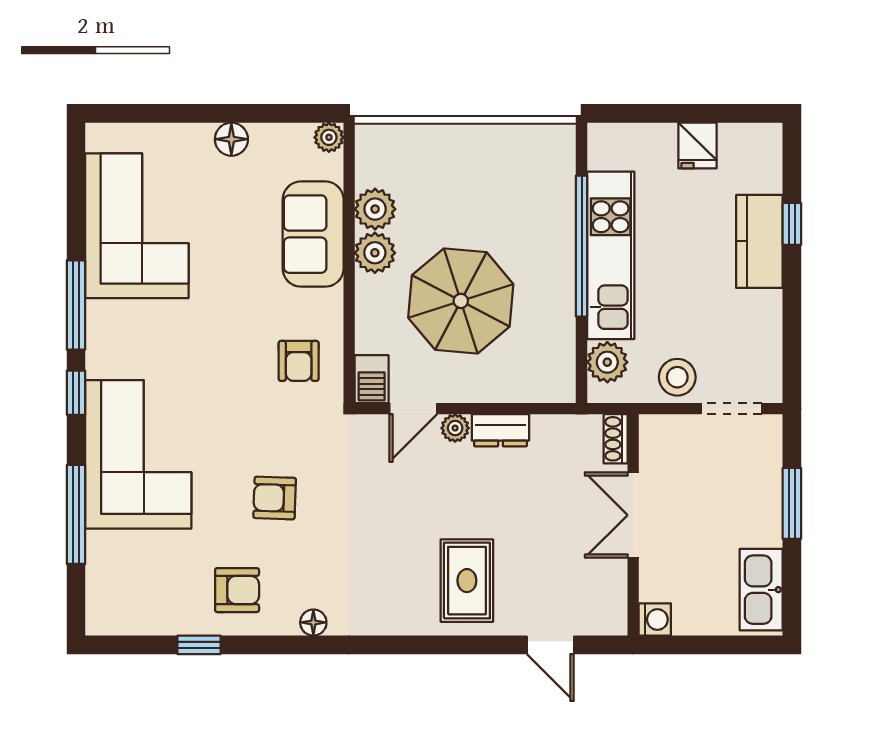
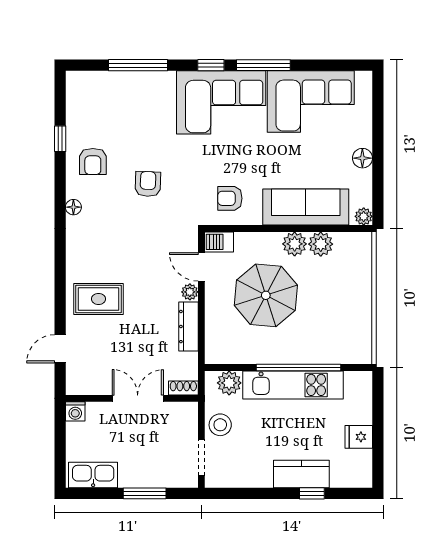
sofa: (313, 234) -> (306, 207), width x1.36
dresser: (500, 430) -> (188, 327), width x1.44
corner sofa: (138, 454) -> (221, 102), moved

